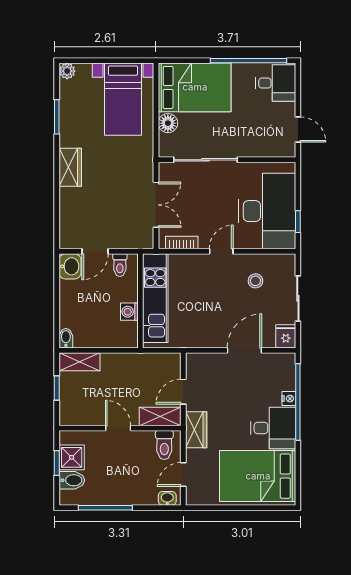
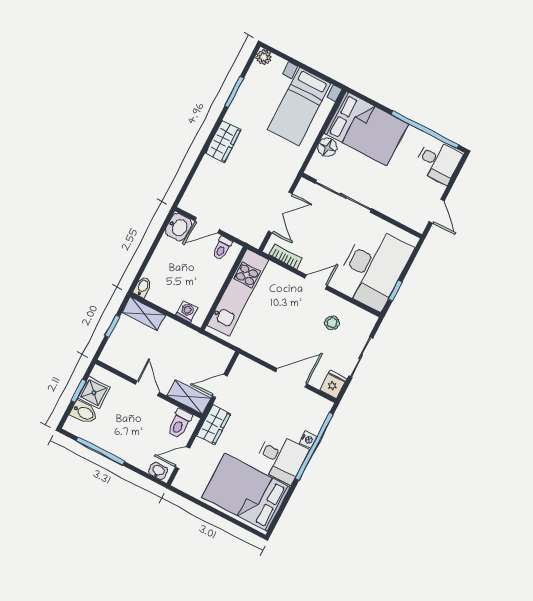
washing machine: (129, 312) -> (187, 311), moved, turned 90

